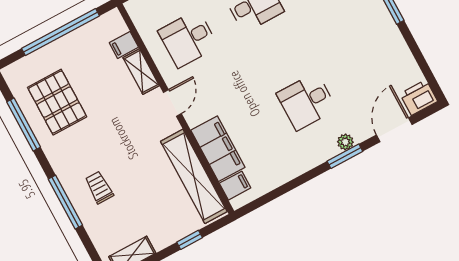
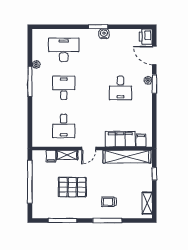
water cooler: (385, 23) -> (104, 34), added
pallet: (57, 102) -> (72, 187), moved
door: (172, 103) -> (89, 149), swing flipped

